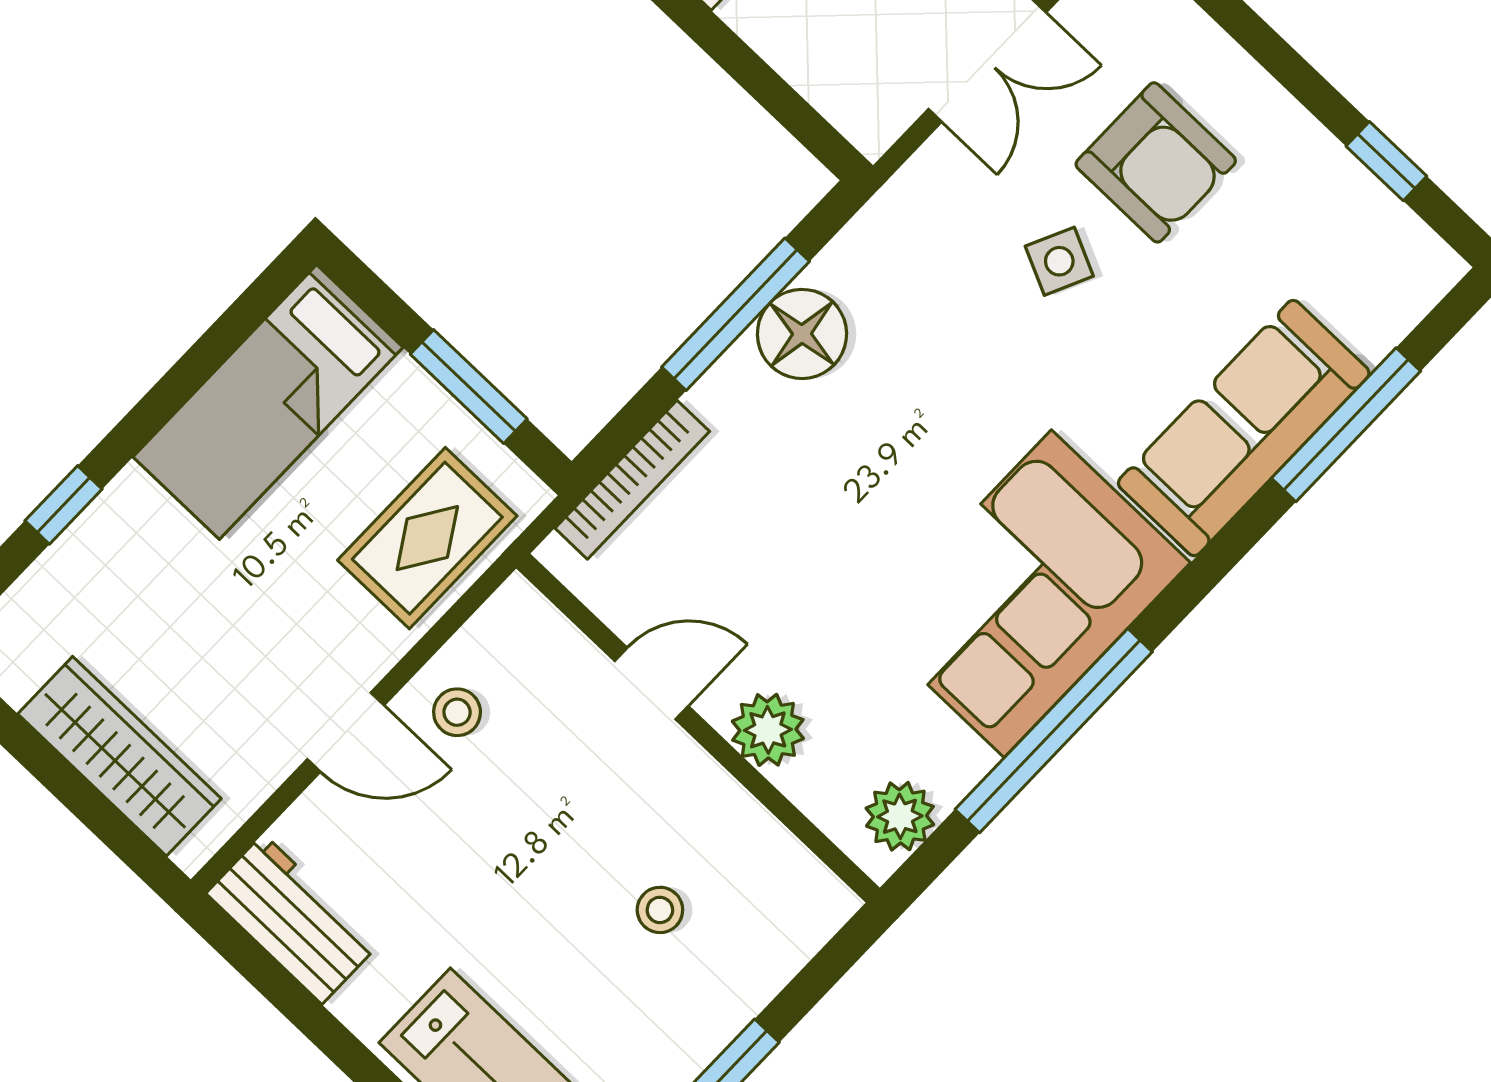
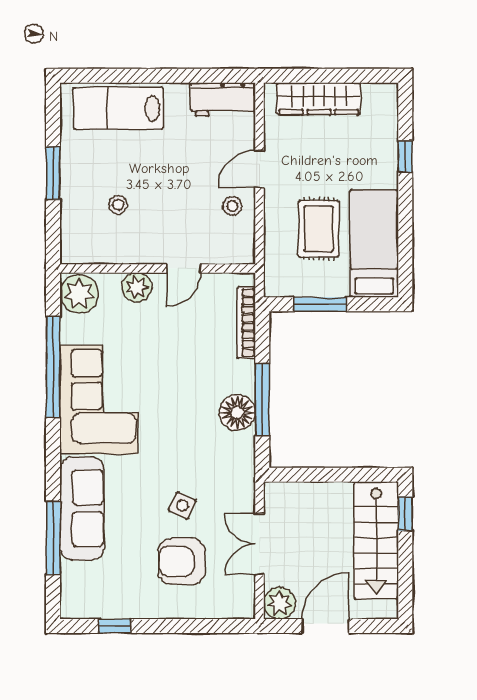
rug: (427, 538) -> (319, 229), moved
plant: (900, 816) -> (79, 294), width x1.36, depth x1.36

